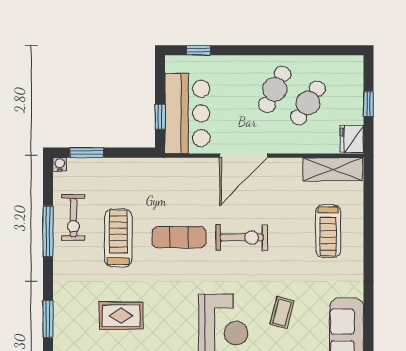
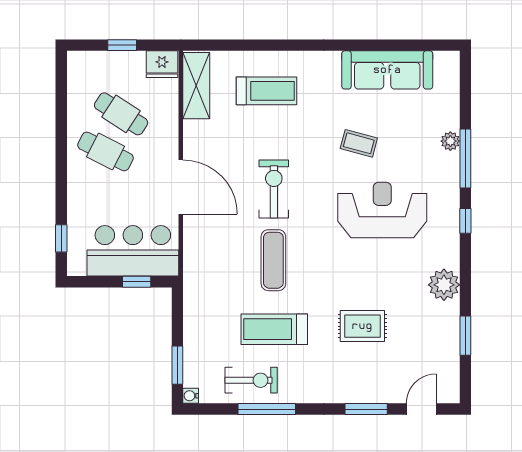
rug: (121, 316) -> (362, 326), turned 90

